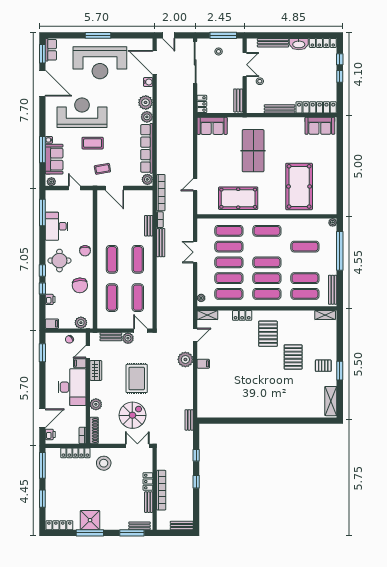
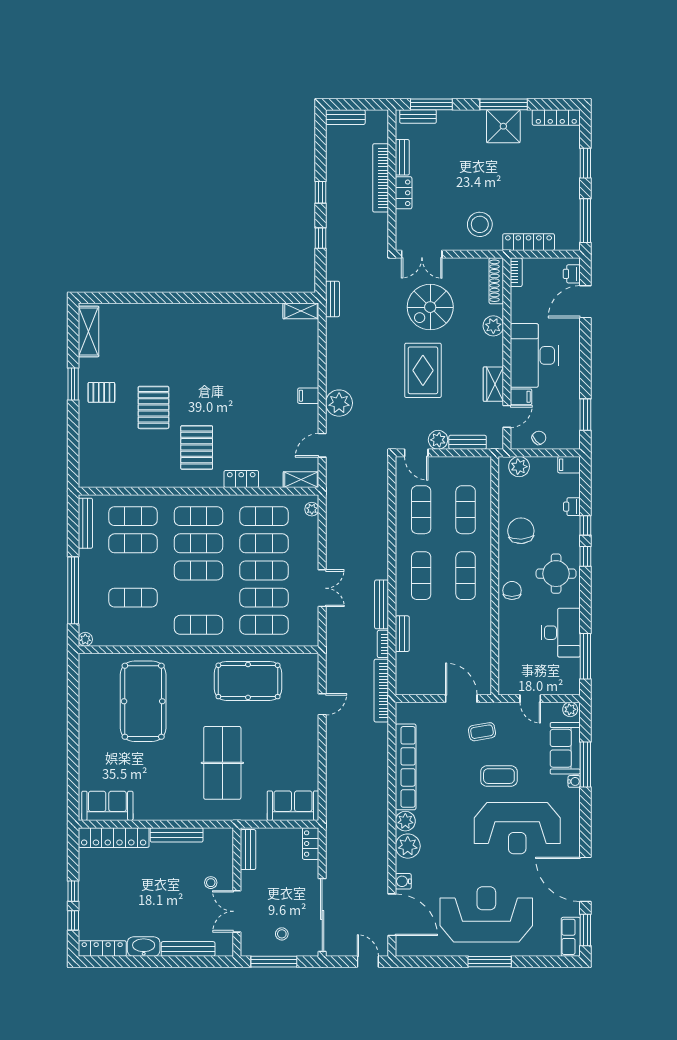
plant: (147, 179) -> (405, 713), removed
shelving: (325, 315) -> (301, 311), moved

